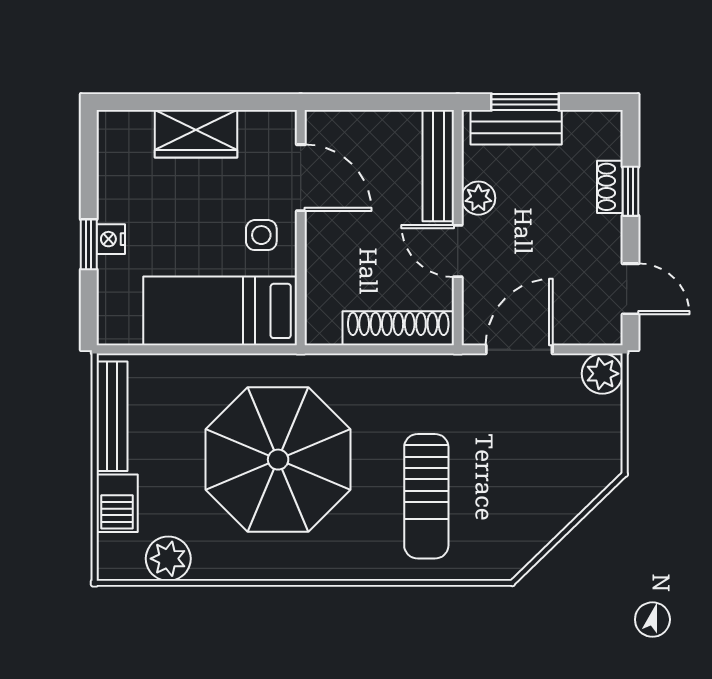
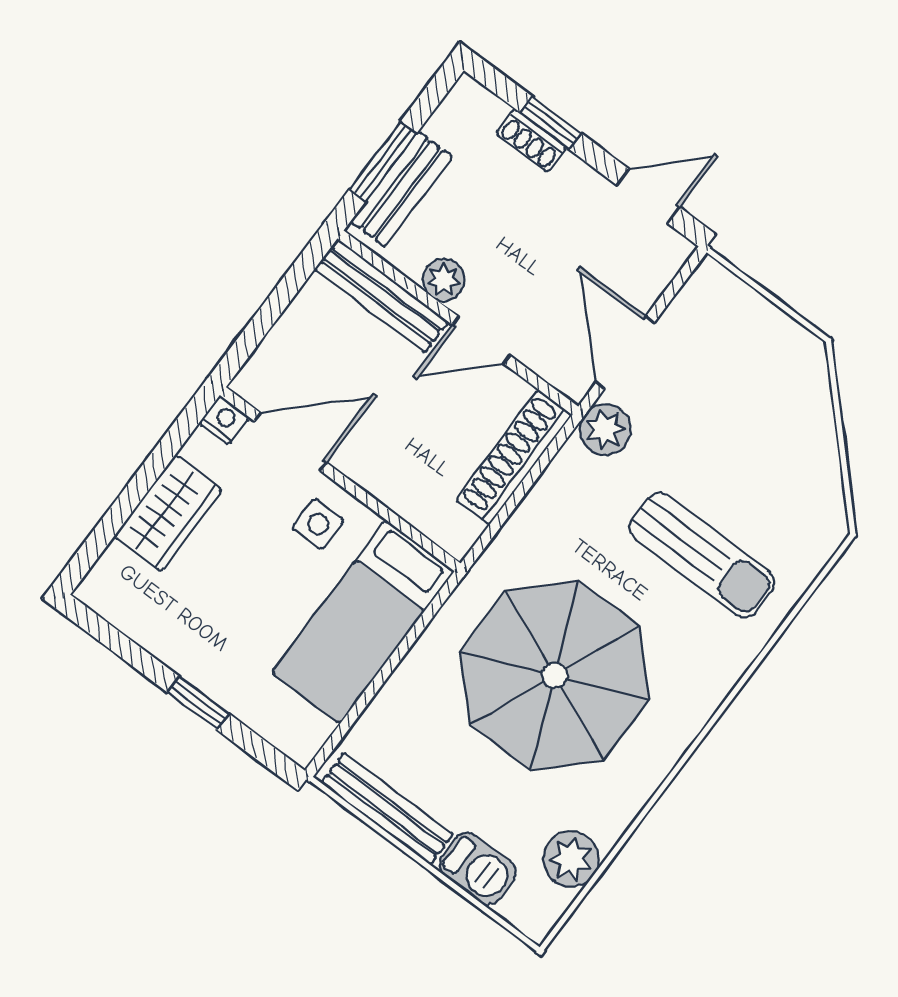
nightstand: (111, 239) -> (224, 420), moved, turned 180
plant: (602, 374) -> (605, 429), moved

